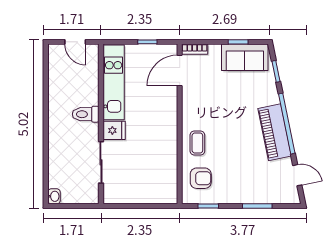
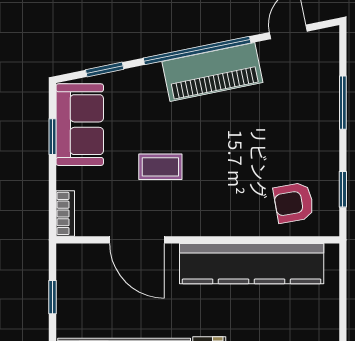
door: (180, 71) -> (137, 240), moved
coffee table: (197, 143) -> (160, 167), moved
kitchen counter: (166, 154) -> (252, 264), added
armchair: (201, 178) -> (294, 203), turned -100

